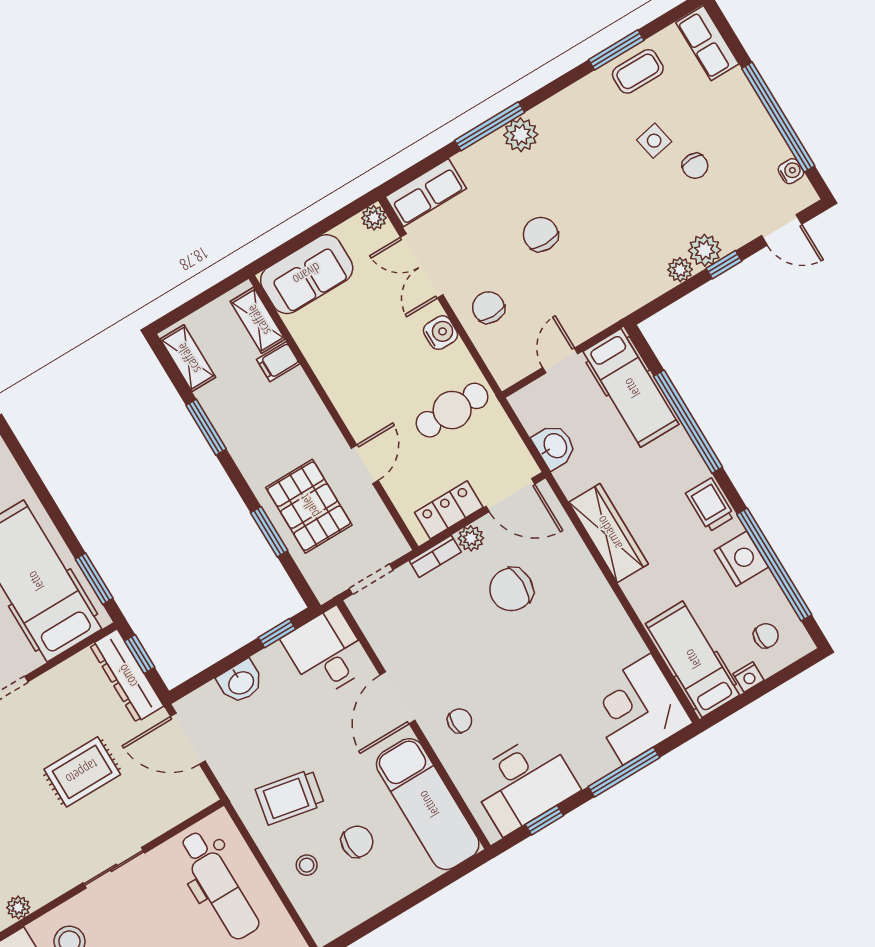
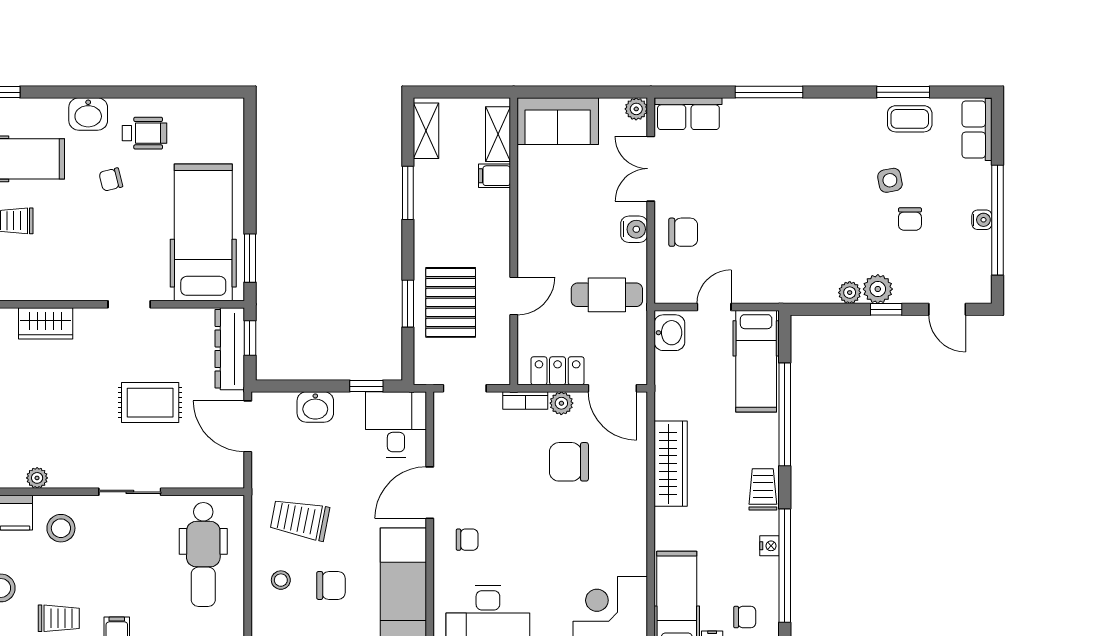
plant: (521, 135) -> (789, 113), removed
water cooler: (791, 171) -> (982, 220), moved
chair: (541, 234) -> (758, 200), removed
chair: (488, 307) -> (683, 232), turned 90
washbasin: (554, 446) -> (669, 333), moved
nightstand: (741, 559) -> (769, 546), width x0.53, depth x0.56

